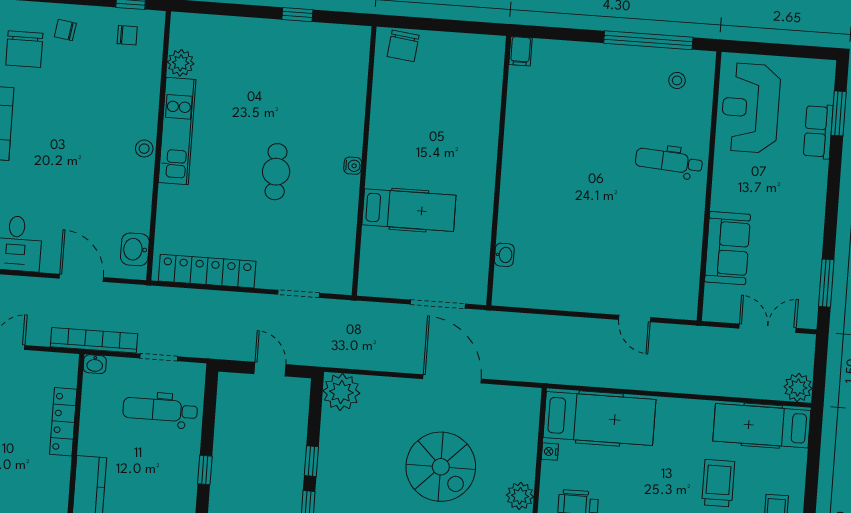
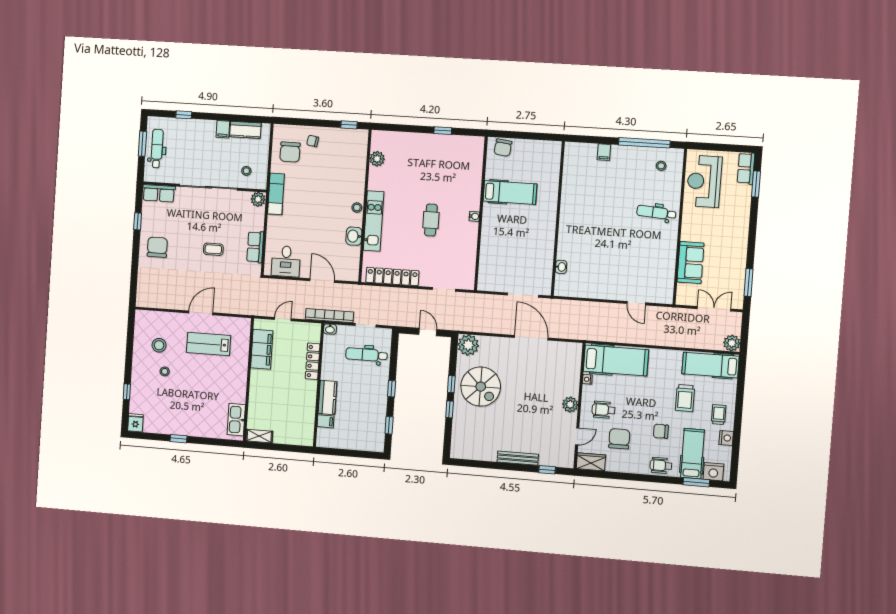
chair: (127, 35) -> (347, 143), removed
filing cabinet: (521, 51) -> (604, 152), moved
kitchen unit: (177, 131) -> (374, 221), moved
row of seats: (818, 131) -> (746, 168), moved
hospital bed: (409, 210) -> (510, 192), moved
washbasin: (135, 249) -> (354, 236), moved
spiral stairs: (441, 467) -> (481, 387), moved
trolley: (718, 483) -> (685, 398), turned 180

